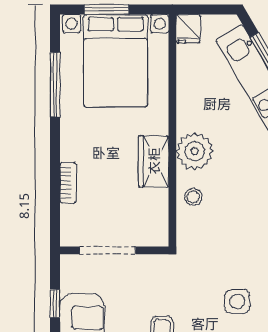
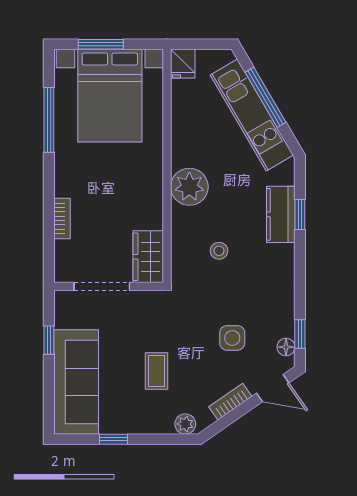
wardrobe: (154, 161) -> (148, 257), moved
stool: (193, 197) -> (219, 251), moved

